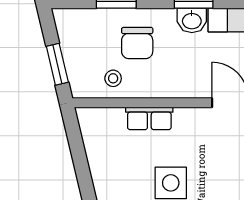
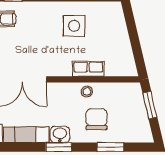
stool: (113, 78) -> (87, 92), moved

